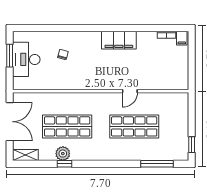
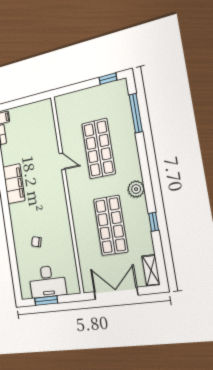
plant: (63, 154) -> (136, 189), moved

